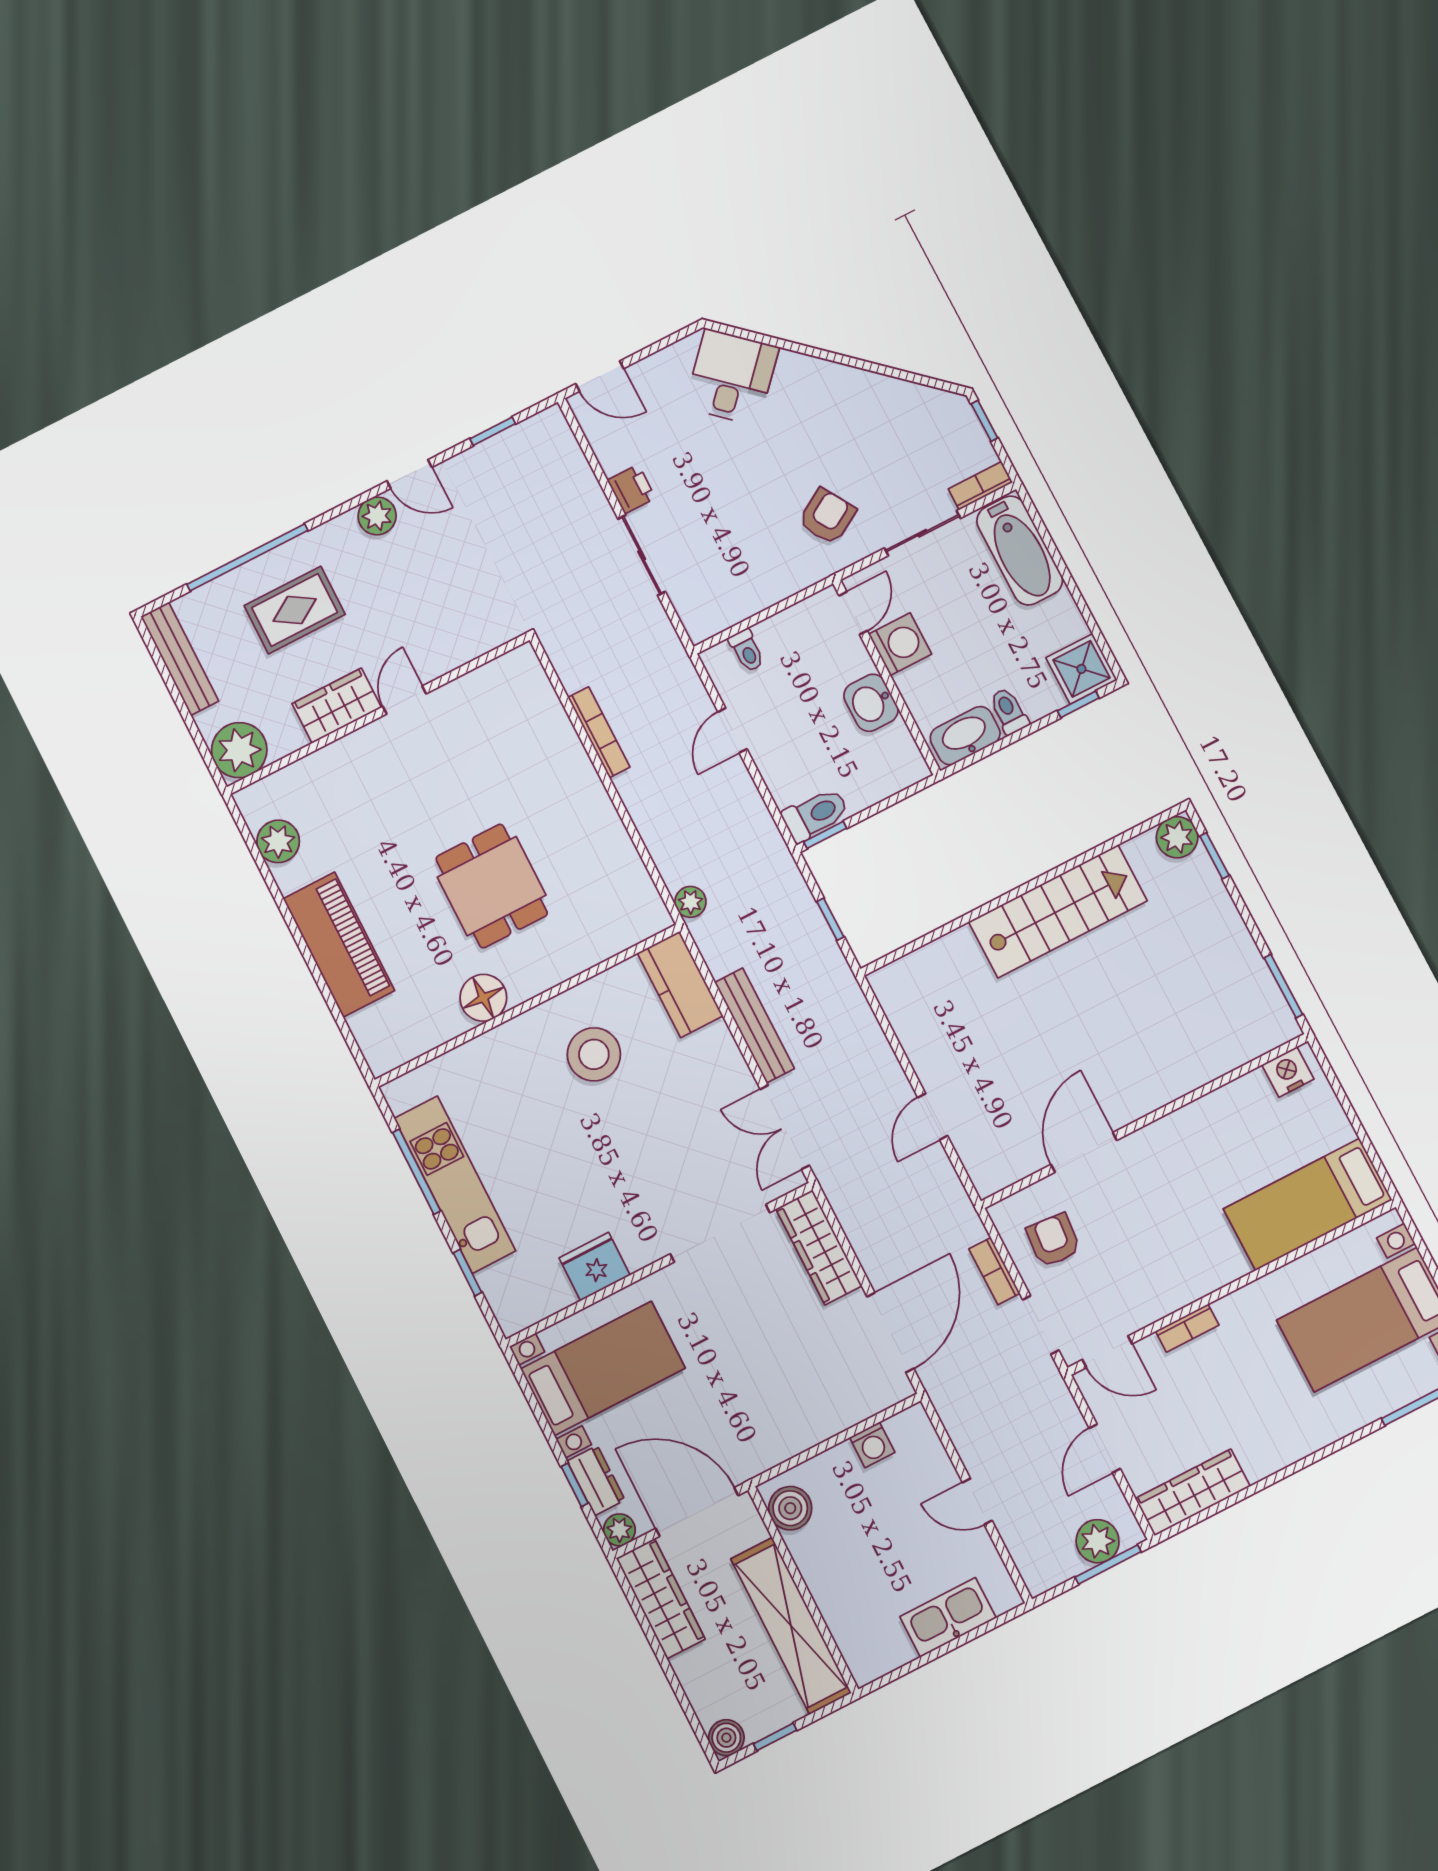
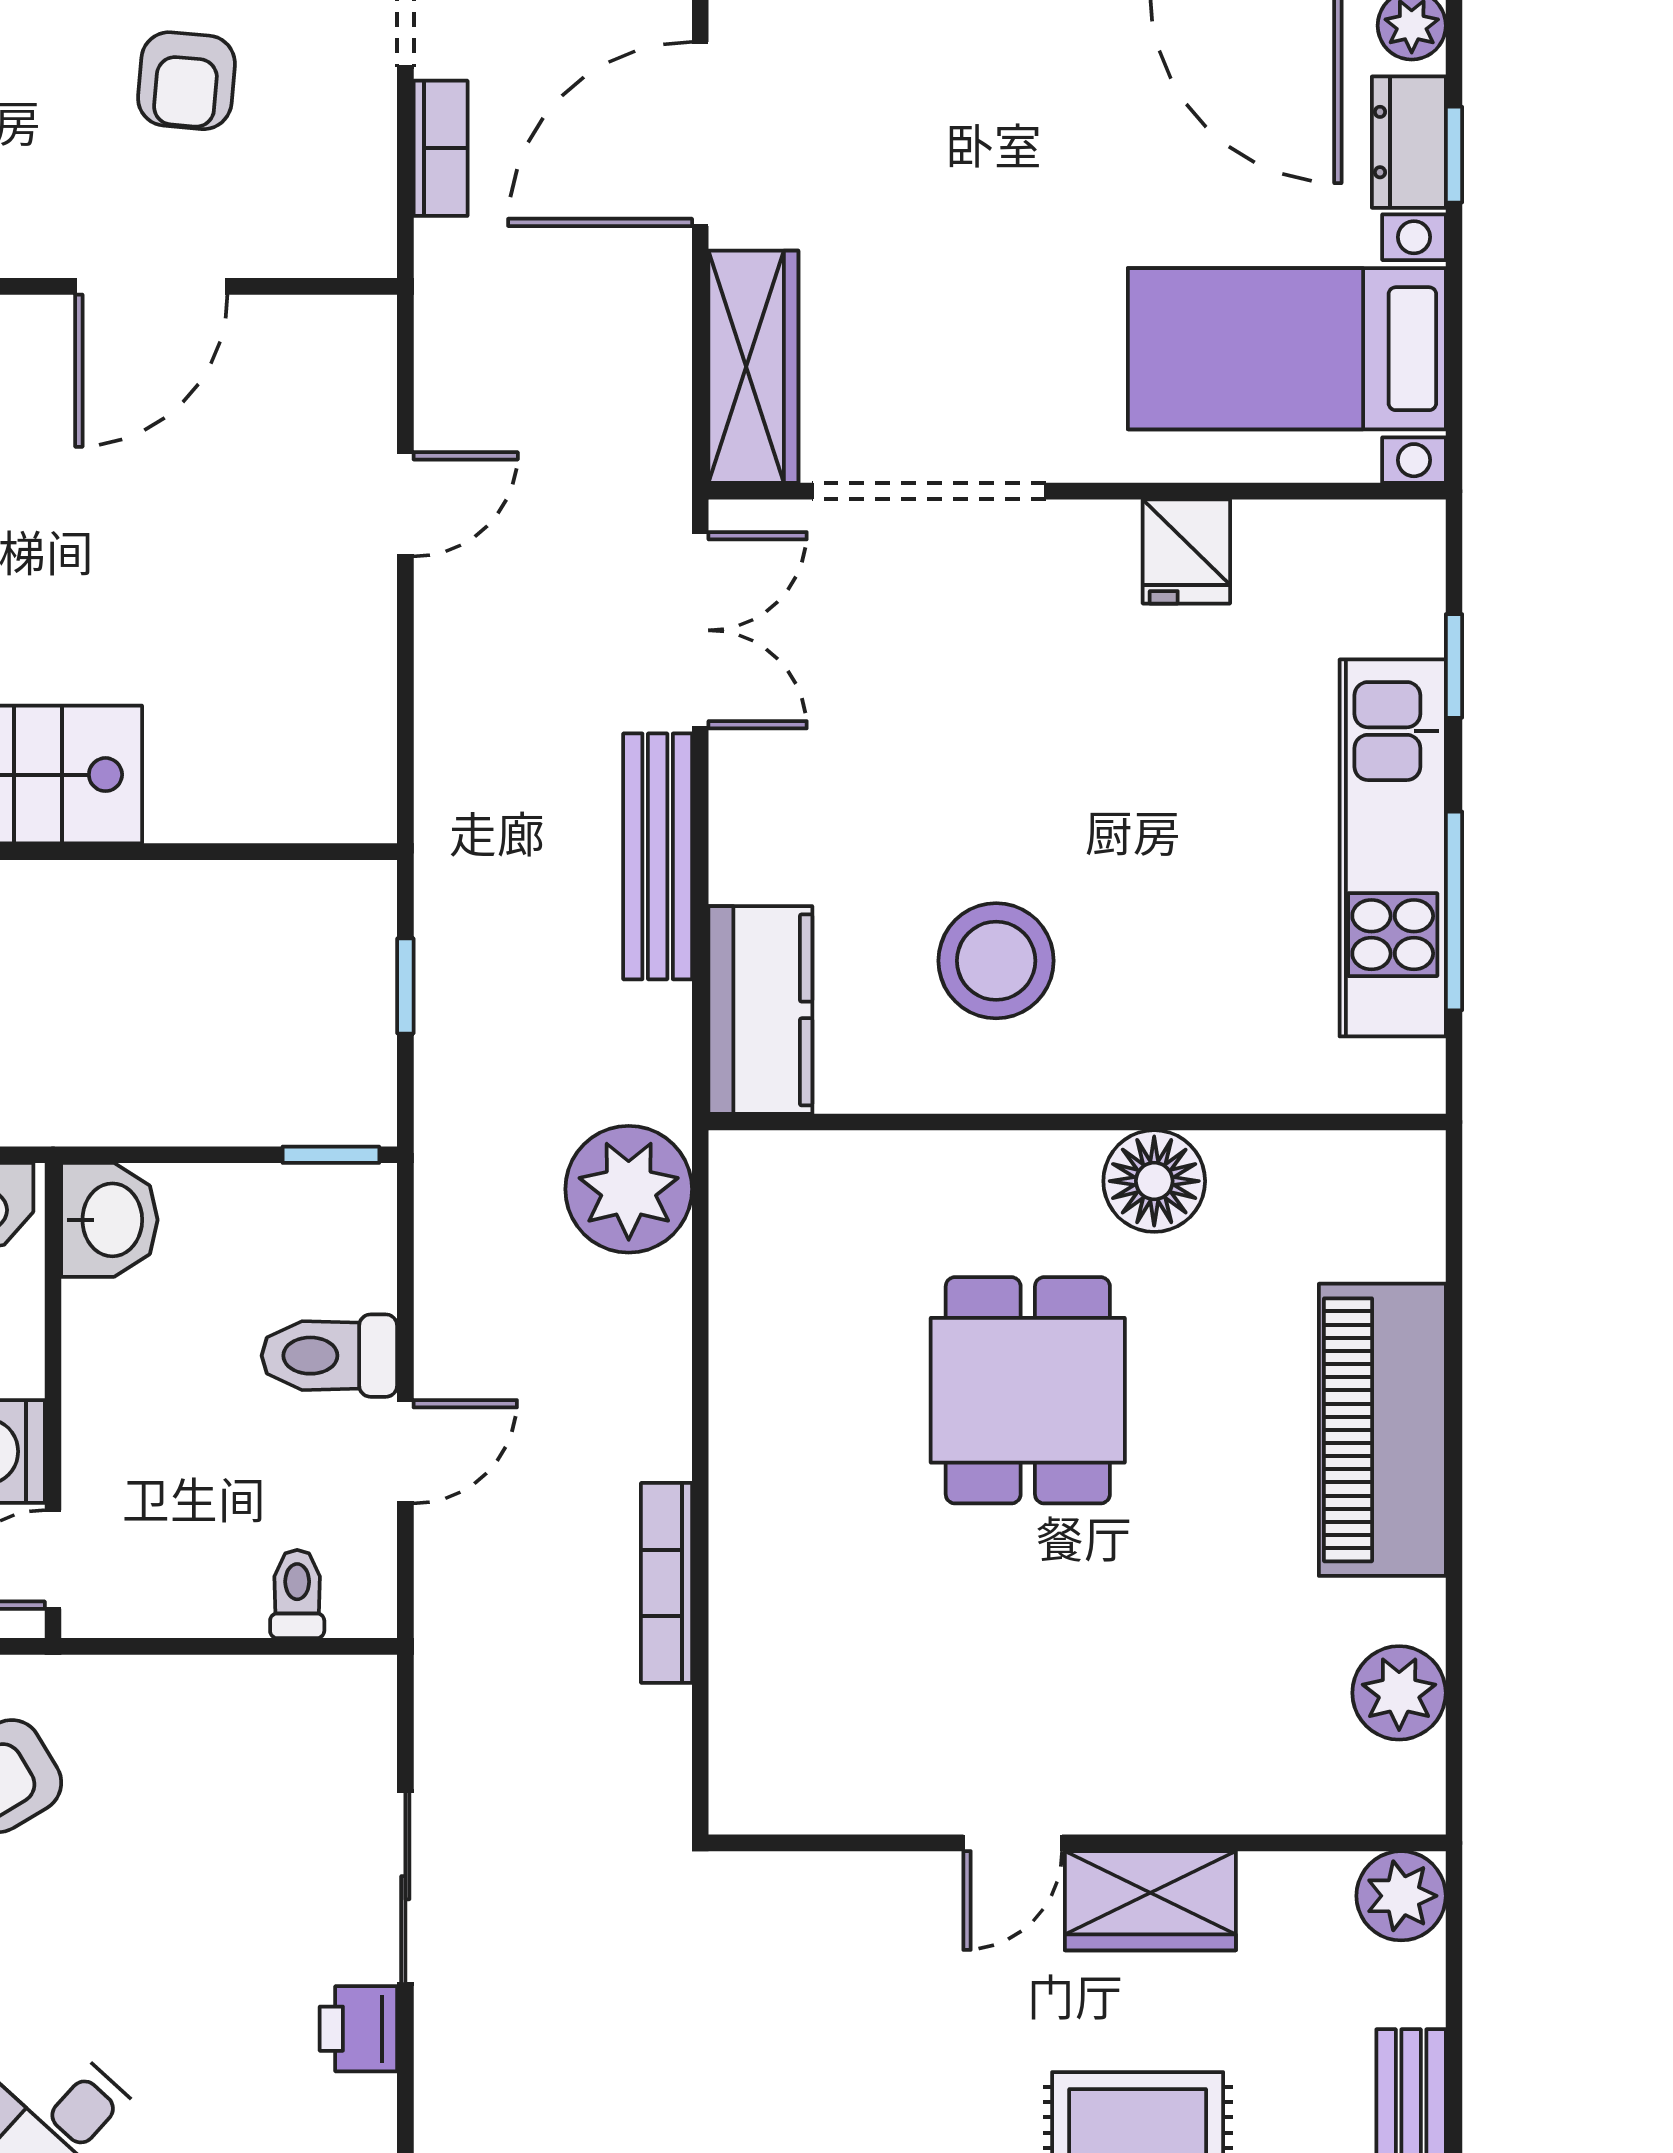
washbasin: (871, 703) -> (109, 1220), moved
plant: (239, 750) -> (1401, 1896), width x0.73, depth x0.73
toilet: (815, 815) -> (329, 1356), moved
plant: (690, 902) -> (629, 1189), width x1.88, depth x1.88
armchair: (1053, 1240) -> (186, 81), moved
fridge: (595, 1267) -> (1186, 551), width x0.72

